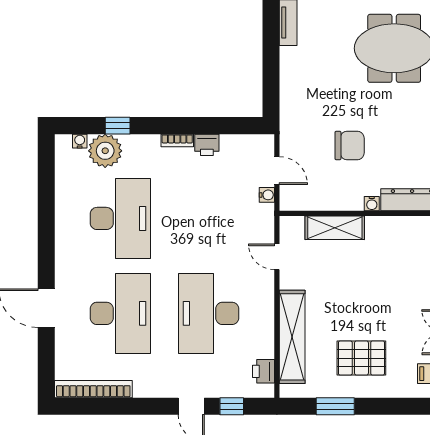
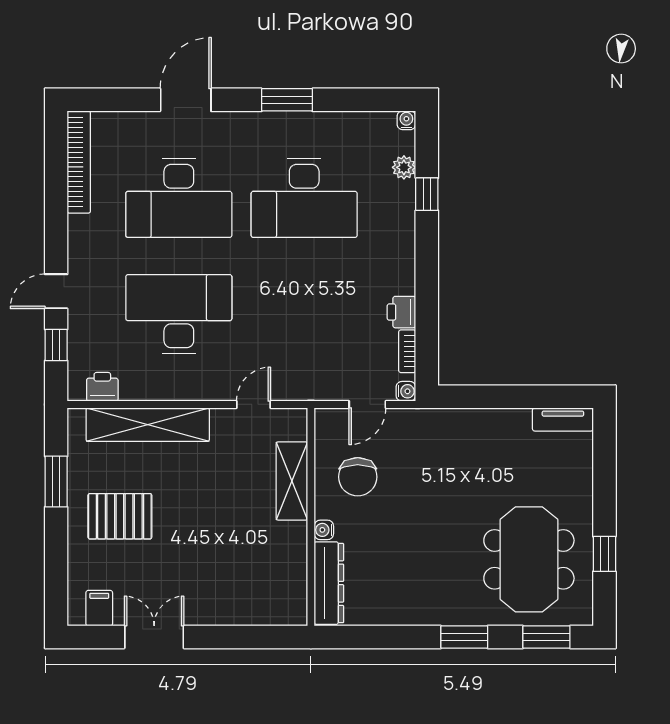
bookcase: (177, 140) -> (407, 351), moved
water cooler: (80, 141) -> (406, 120), moved, turned -90
chair: (350, 146) -> (358, 477), moved
plant: (105, 151) -> (404, 167), width x0.53, depth x0.53
water cooler: (267, 195) -> (406, 391), moved, turned -90
window: (46, 231) -> (287, 100), added
pallet: (361, 358) -> (120, 516), turned 90

